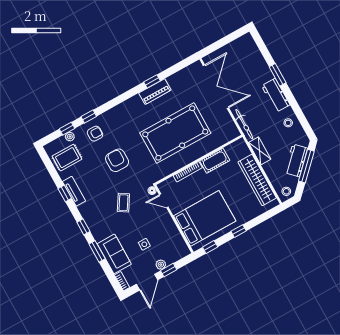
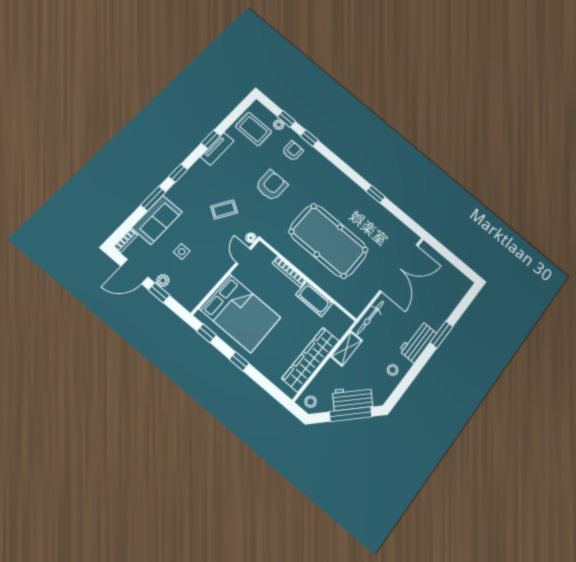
piano: (155, 92) -> (366, 201), removed
armchair: (95, 134) -> (293, 151), turned -90

